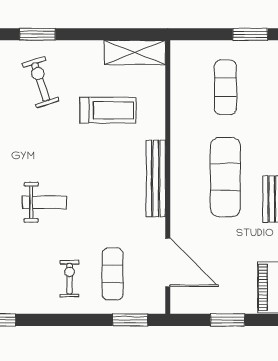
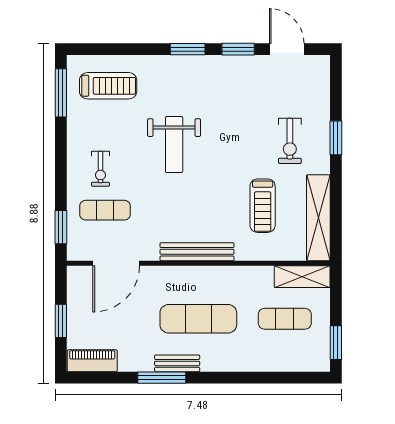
shelving: (135, 52) -> (318, 218), width x1.47
shelving: (182, 69) -> (302, 277), added
exercise bike: (41, 82) -> (290, 141), turned 108
weight bench: (44, 202) -> (174, 144), width x1.36, depth x1.33
exercise bike: (70, 279) -> (100, 169), turned 90

